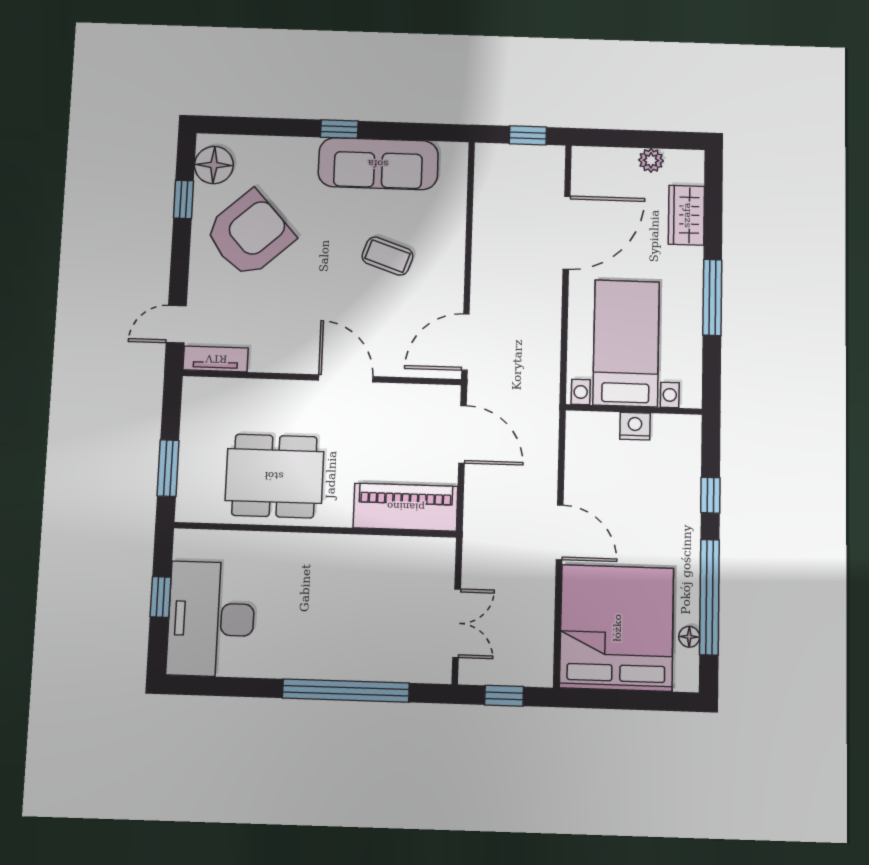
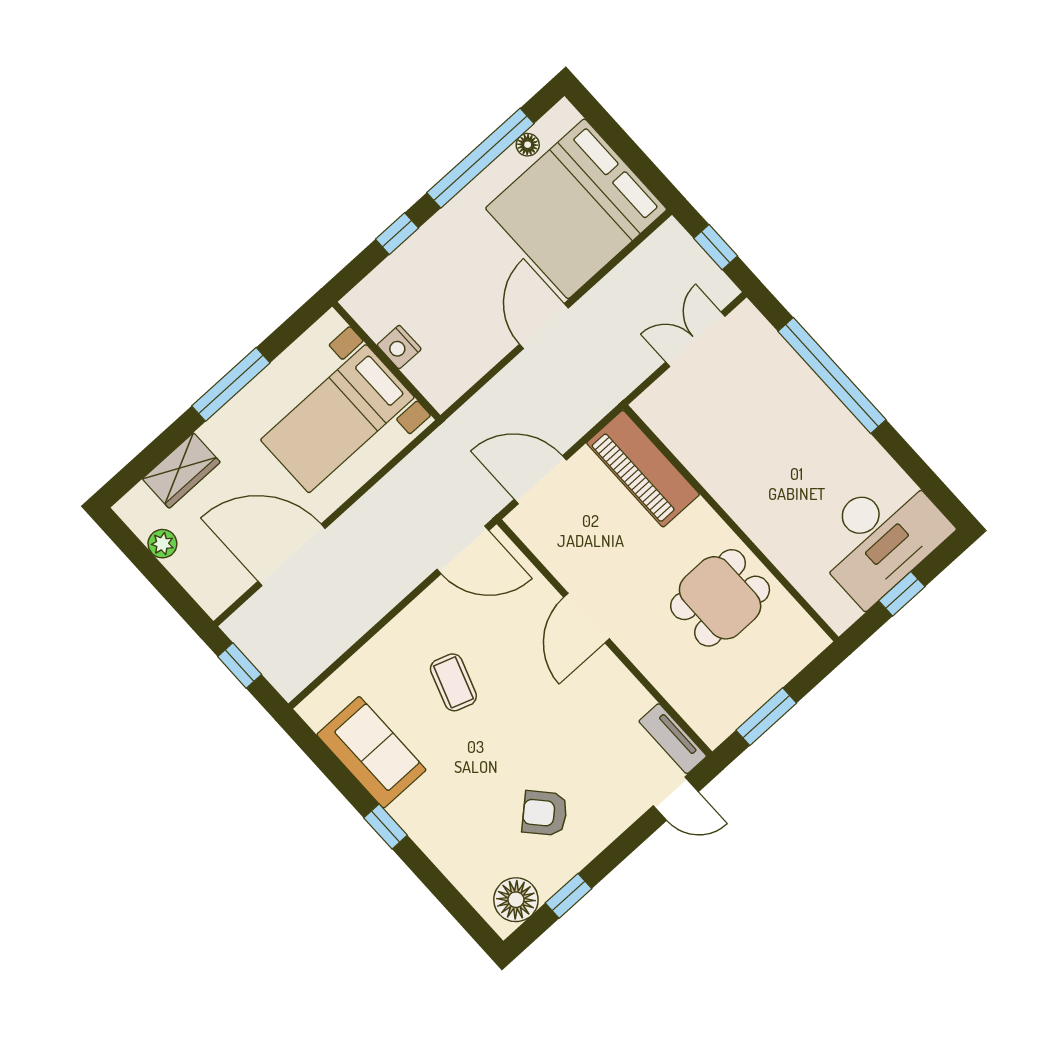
sofa: (378, 164) -> (371, 752), width x0.73
armchair: (249, 234) -> (545, 813), width x0.53, depth x0.53
door: (463, 434) -> (540, 480), hinge flipped
window: (168, 468) -> (766, 717), moved
dining table: (274, 476) -> (720, 598), width x0.73

